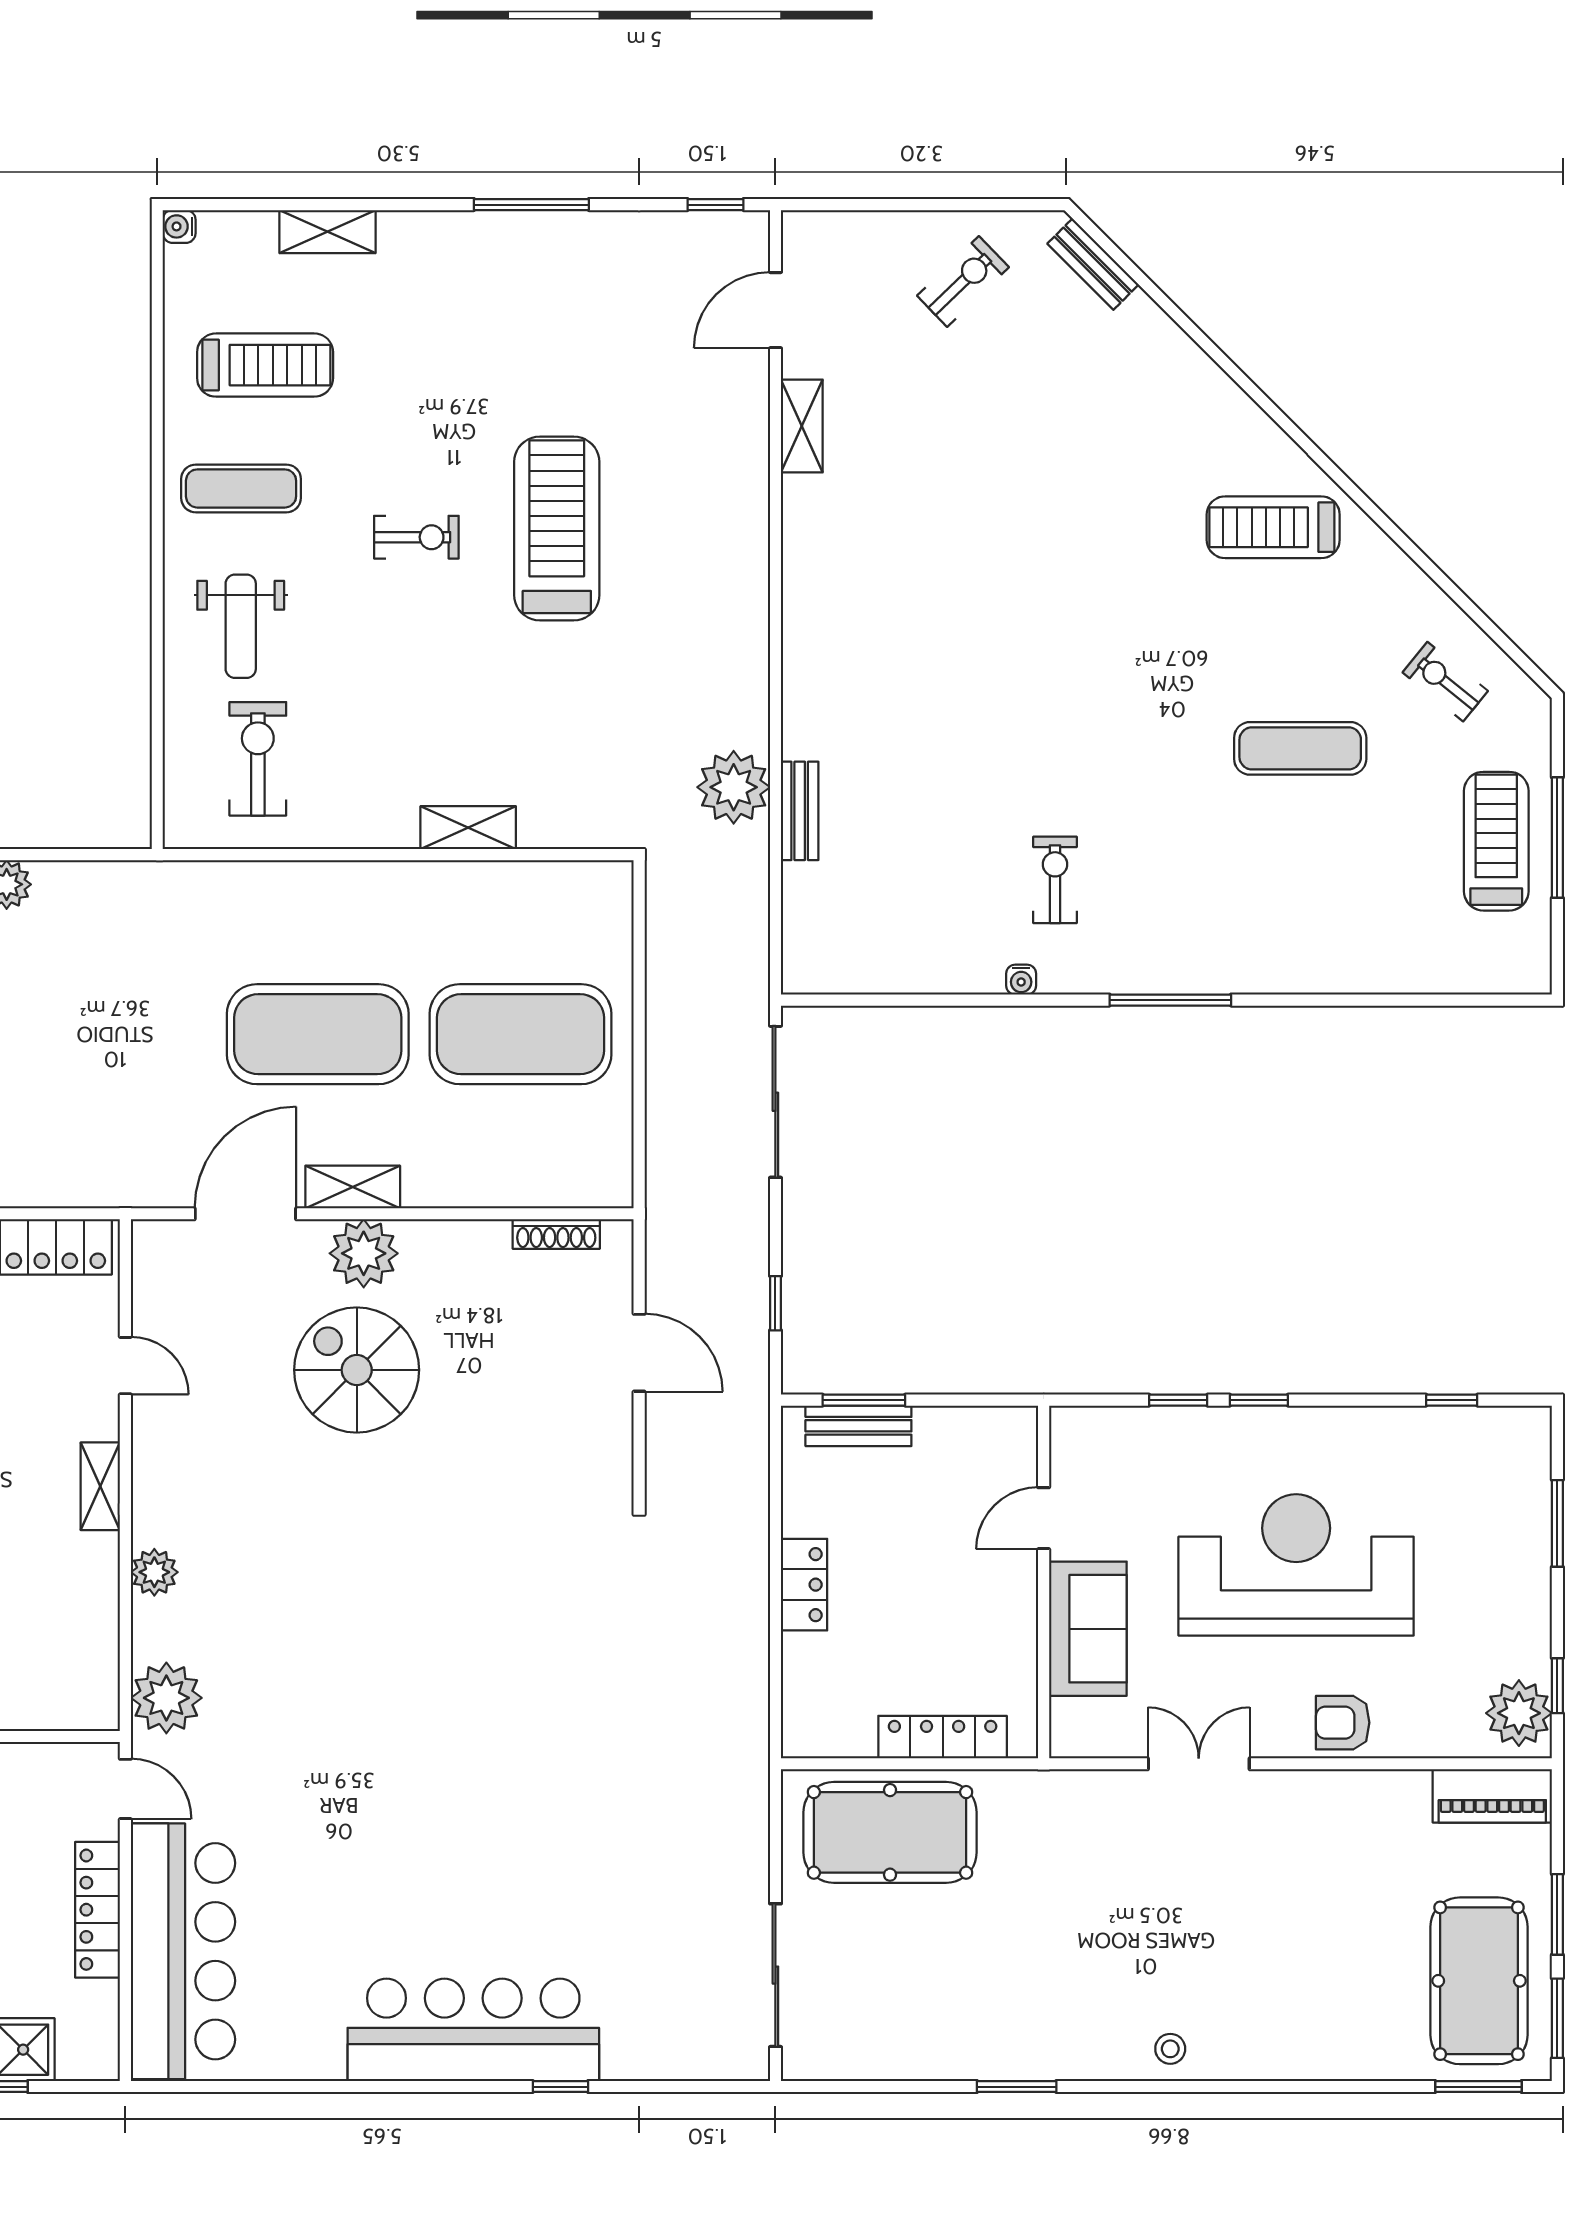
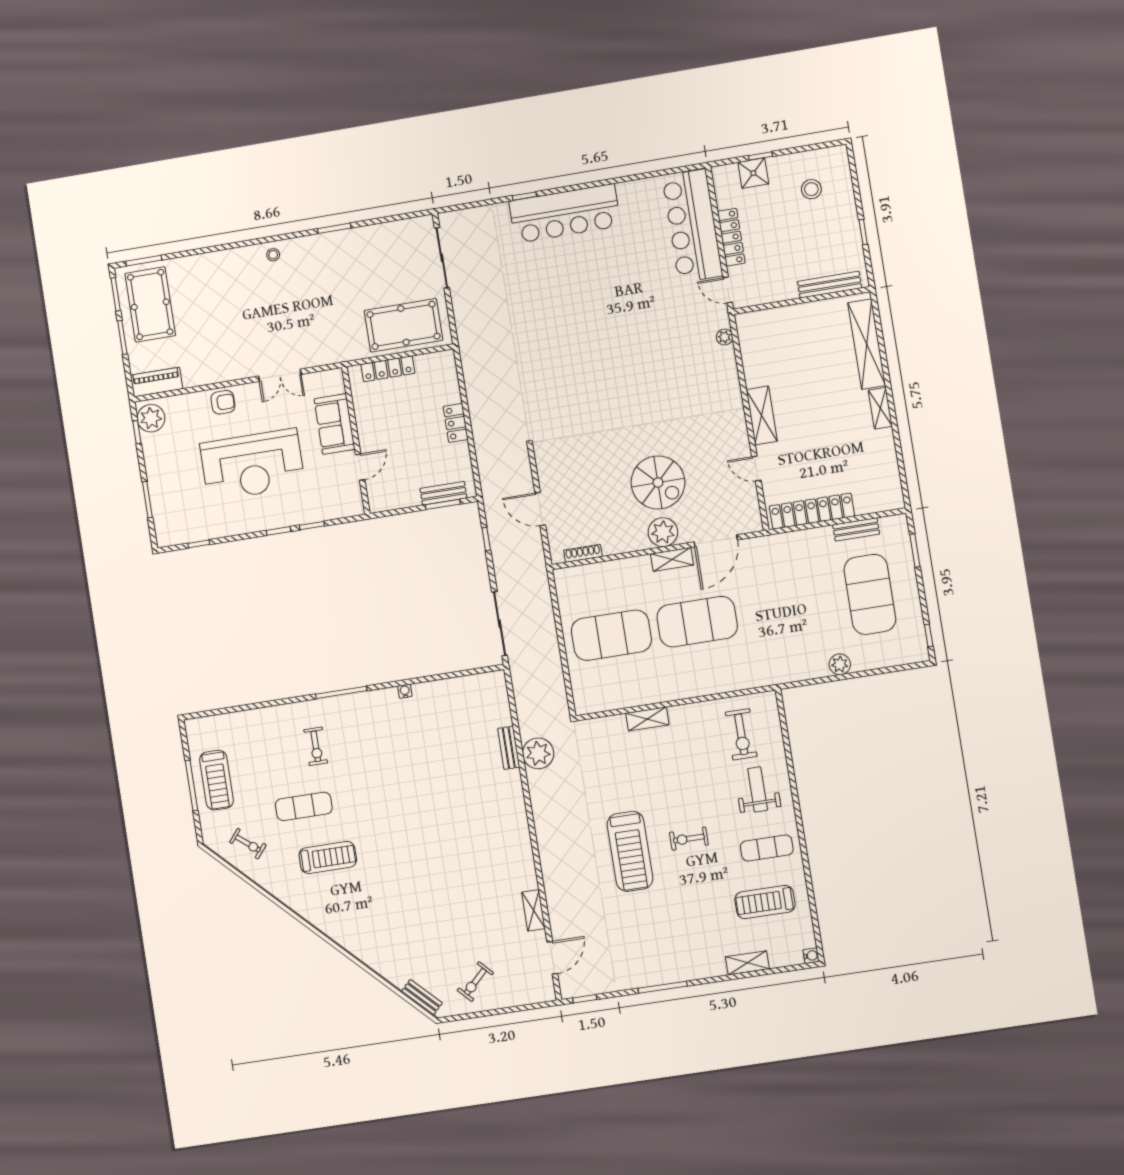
treadmill: (1273, 527) -> (328, 857), moved
exercise bike: (1055, 880) -> (316, 746), moved
shelving: (100, 1486) -> (762, 415), width x1.50, depth x1.33
plant: (154, 1572) -> (730, 383), removed
plant: (166, 1698) -> (725, 337), width x0.53, depth x0.53

